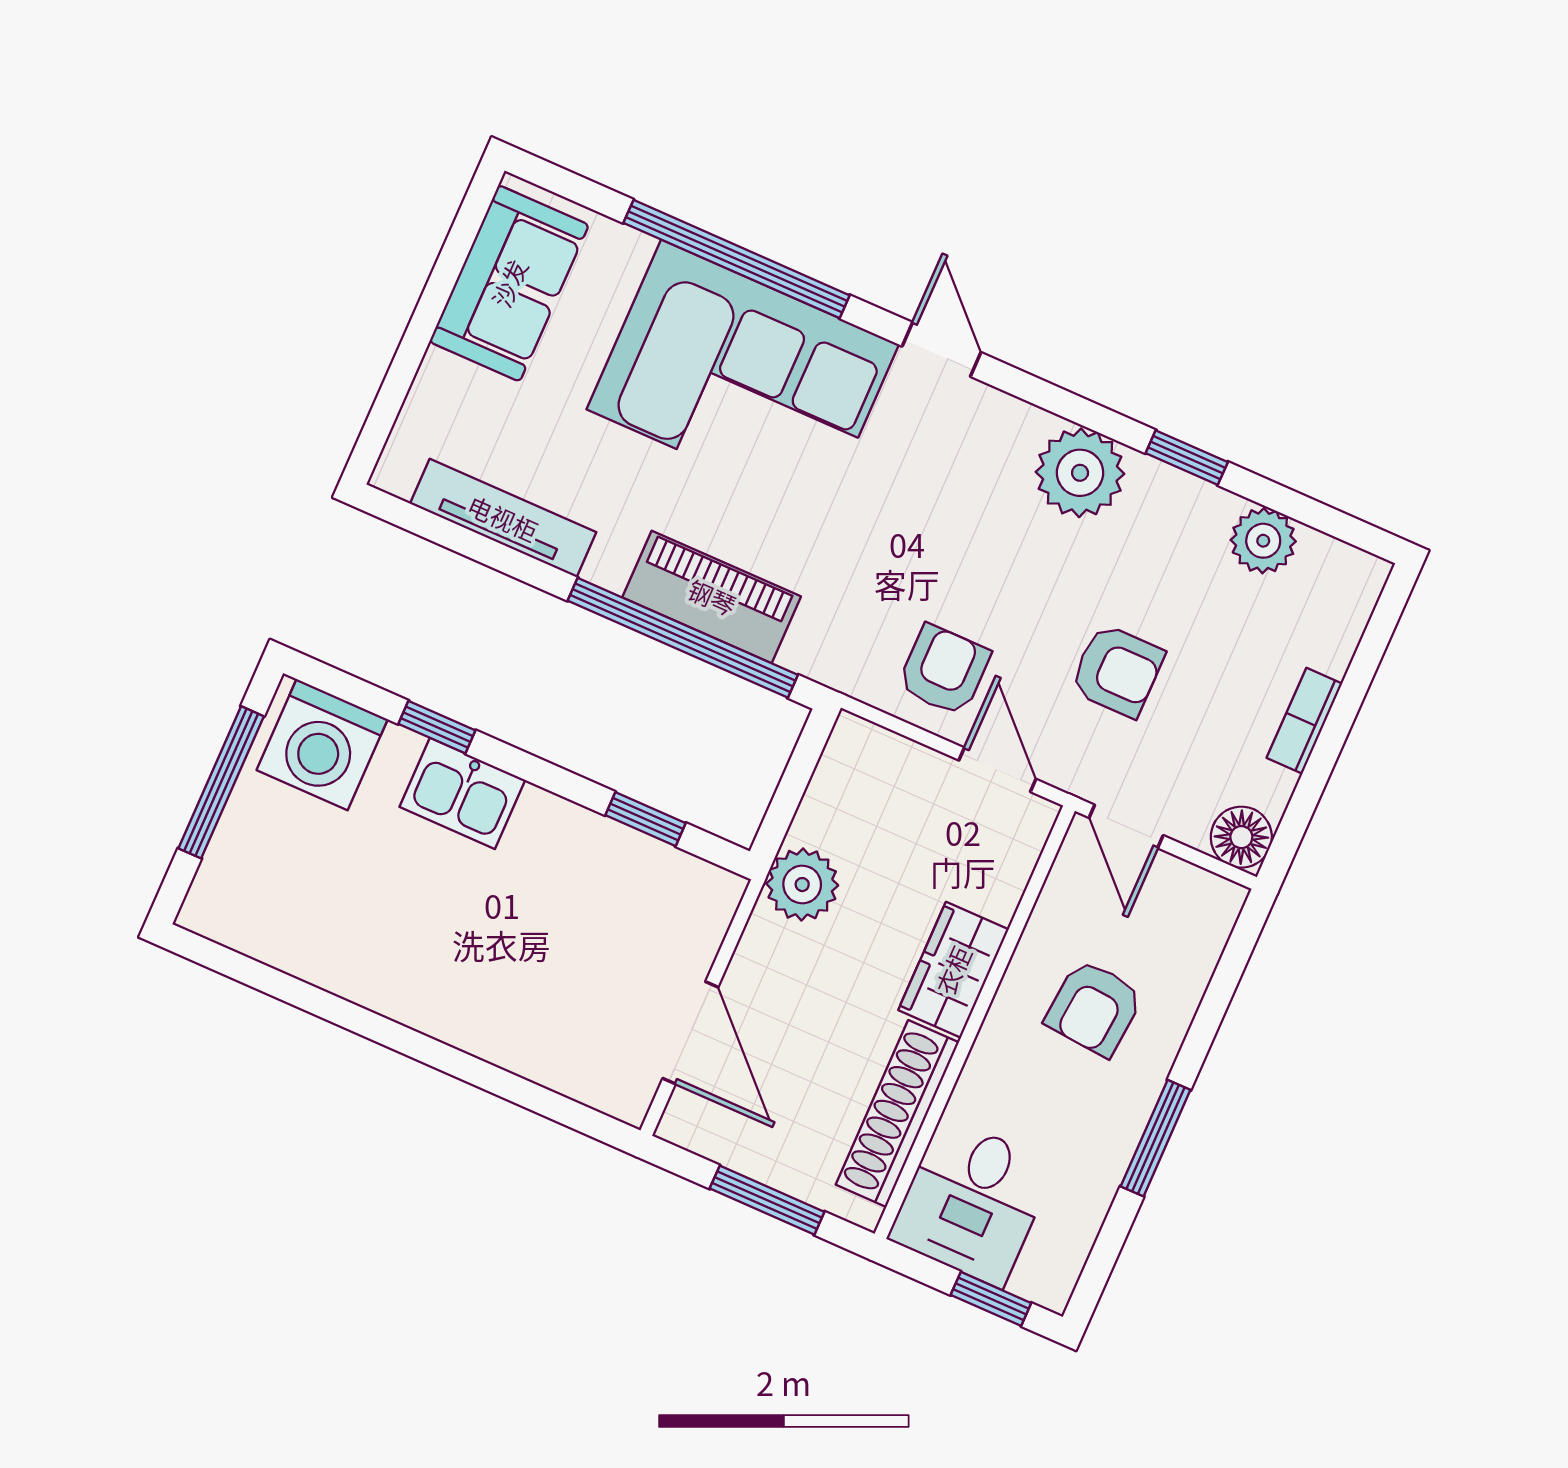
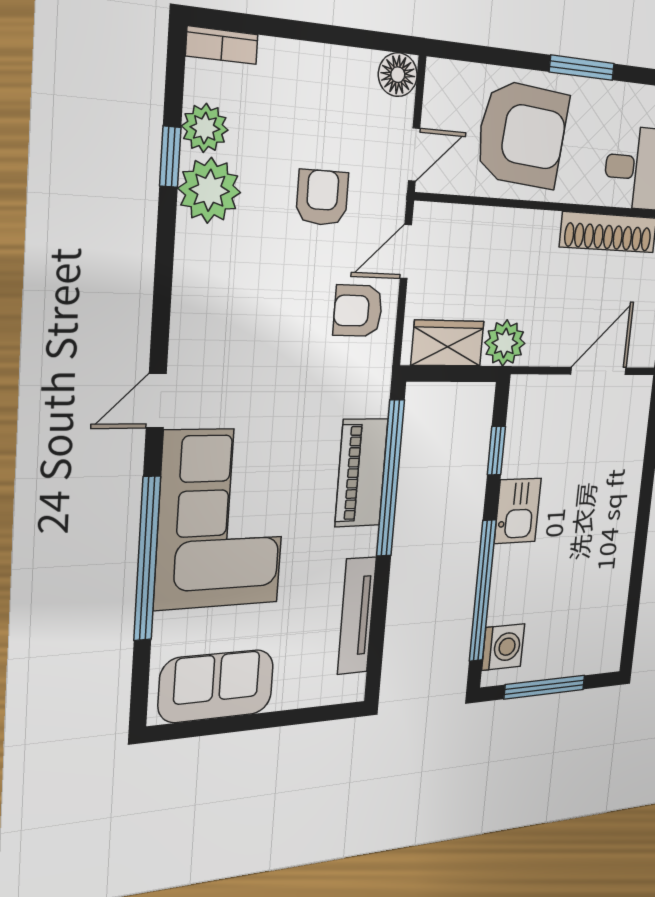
window: (1187, 458) -> (170, 157), moved
plant: (1080, 473) -> (209, 190), moved
bookcase: (1304, 721) -> (222, 45), moved
window: (437, 727) -> (483, 591), width x3.17
washing machine: (322, 745) -> (503, 647), width x0.73, depth x0.73
kitchen sink: (462, 793) -> (518, 511), moved
wardrobe: (953, 970) -> (448, 343), moved, turned 180
armchair: (1094, 1008) -> (522, 135), width x1.88, depth x1.88

